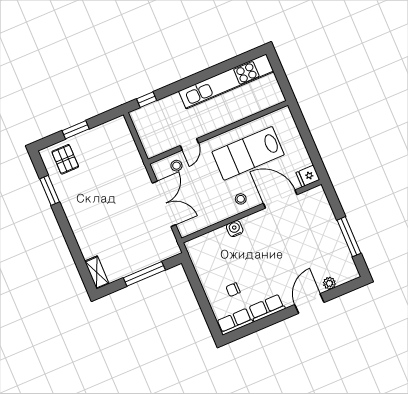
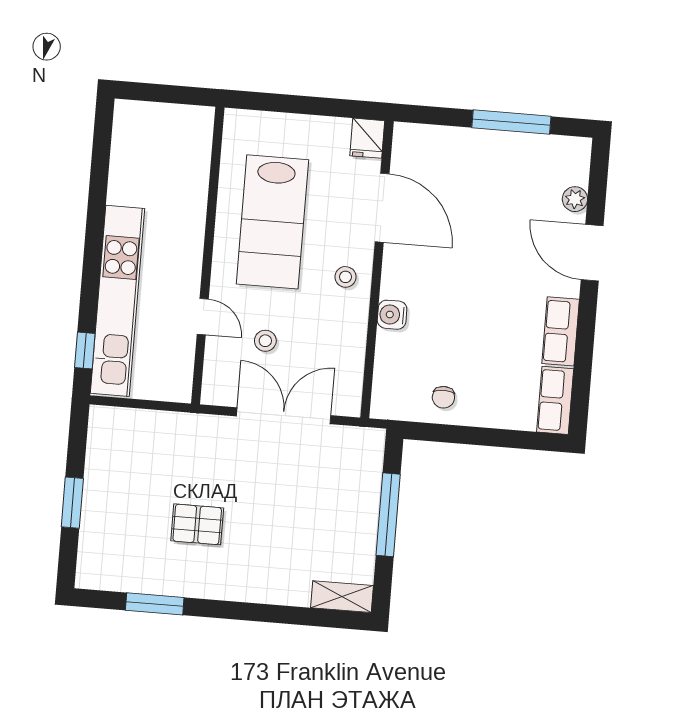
kitchen unit: (226, 81) -> (117, 301), moved
pallet: (65, 159) -> (197, 524), moved
stool: (176, 166) -> (265, 341), moved
door: (280, 199) -> (382, 208), swing flipped
chair: (233, 290) -> (443, 397), moved

